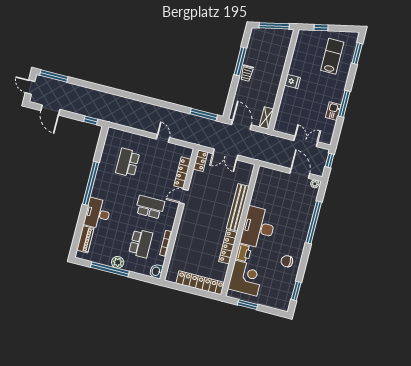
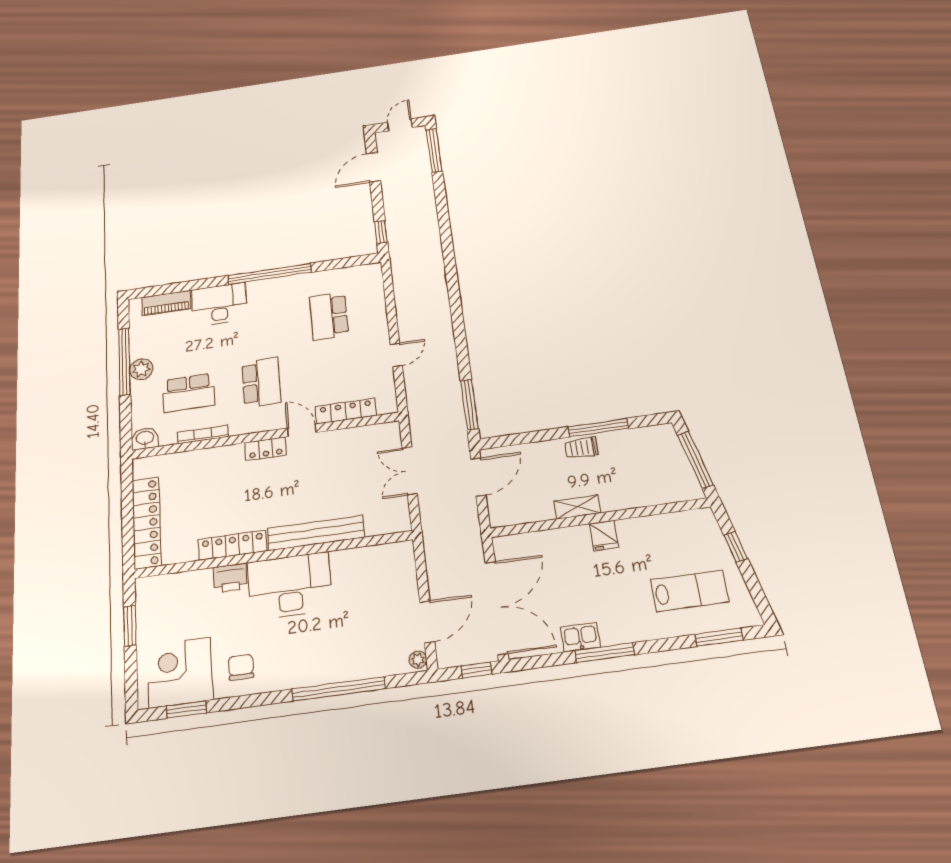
shelving: (266, 118) -> (577, 507), moved
double door: (306, 141) -> (496, 608), width x1.87
locker: (200, 161) -> (266, 449), moved
school desk: (128, 163) -> (329, 316), turned -90
corner desk: (246, 278) -> (180, 673), moved, turned 180

